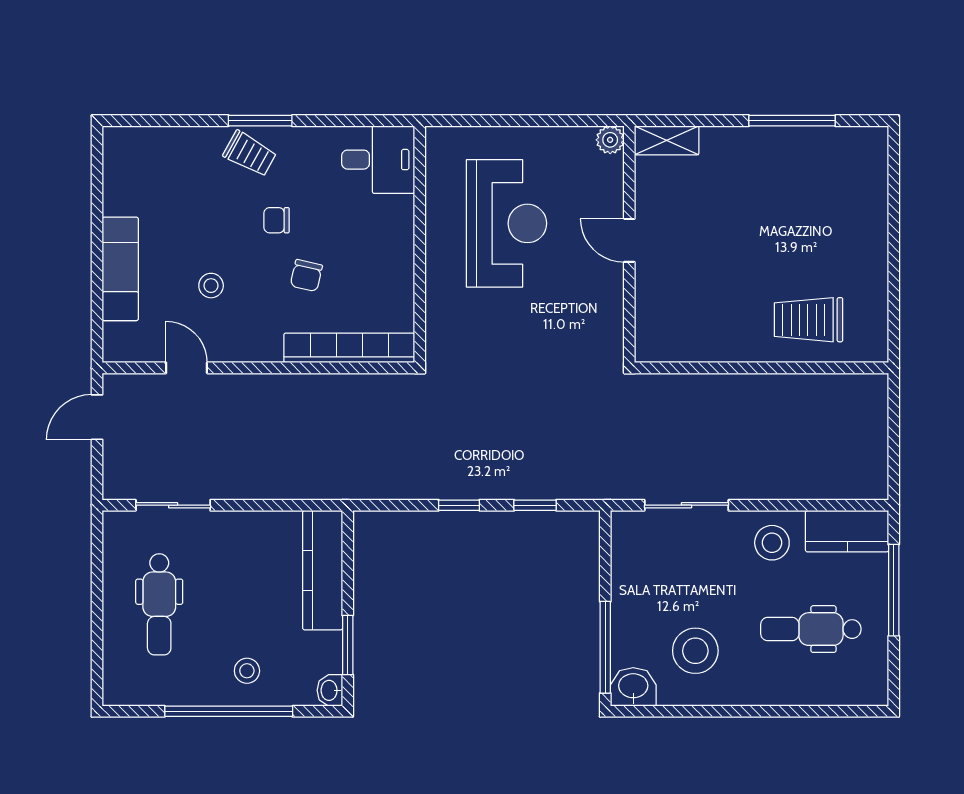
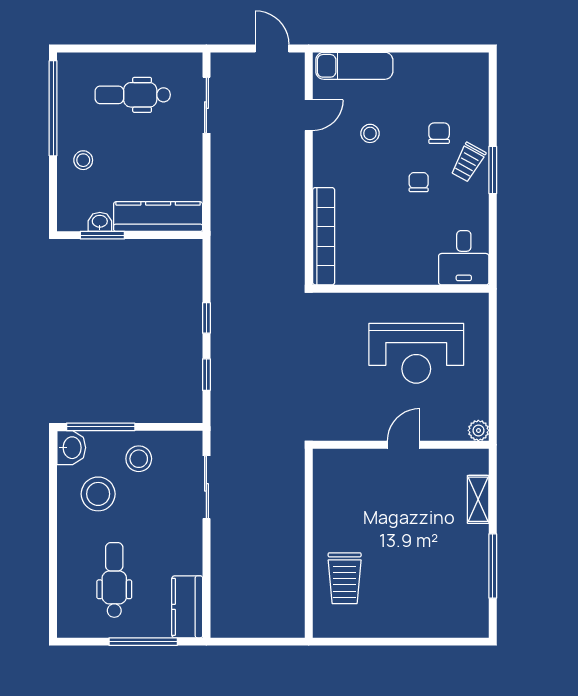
shelving: (667, 140) -> (478, 499), moved
exam couch: (120, 269) -> (354, 66), moved
chair: (306, 276) -> (439, 133), moved, turned 77
trolley: (809, 320) -> (345, 578), turned 180
stool: (772, 543) -> (139, 459), moved
washbasin: (330, 690) -> (100, 222), moved
window: (229, 711) -> (53, 108), moved

